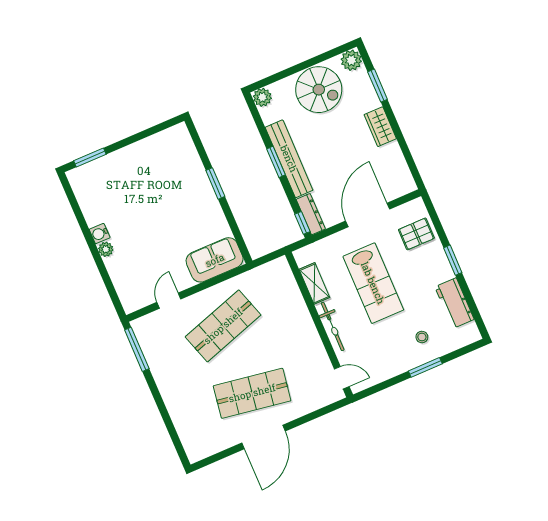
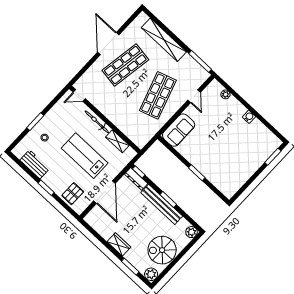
plant: (106, 249) -> (225, 94), moved
shelving: (177, 406) -> (164, 40), added

